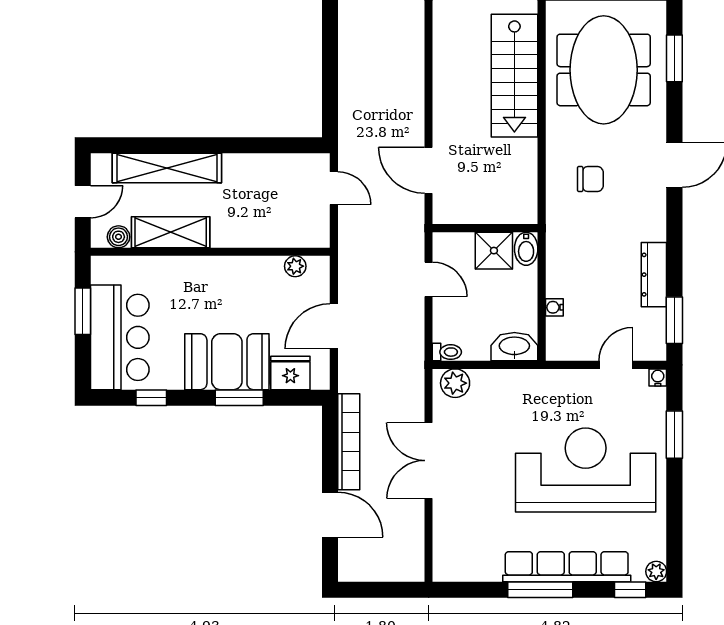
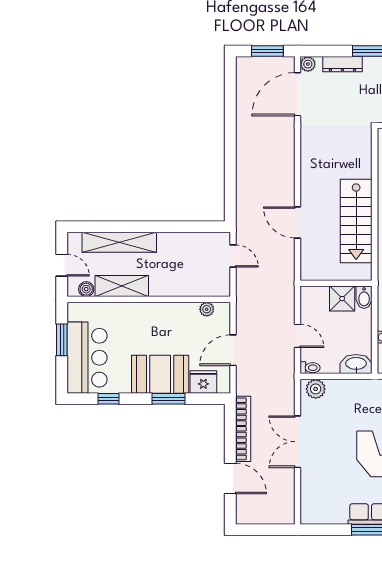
stairs: (514, 76) -> (356, 221), moved
door: (429, 170) -> (298, 222), moved
door: (83, 202) -> (62, 265), hinge flipped
door: (429, 279) -> (298, 336), moved

